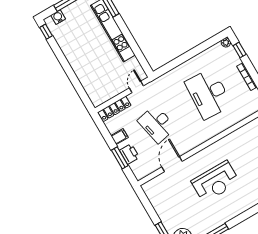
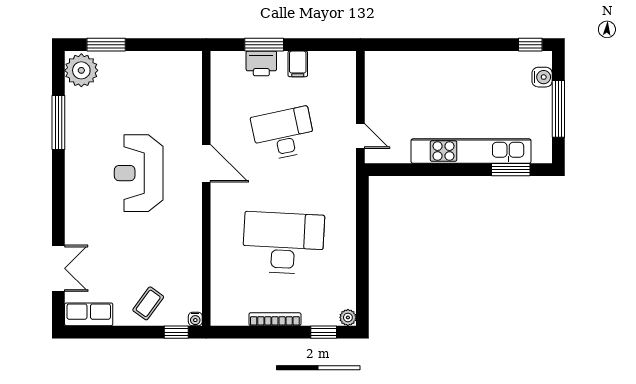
locker: (114, 109) -> (346, 81), removed
door: (172, 164) -> (206, 163), moved

